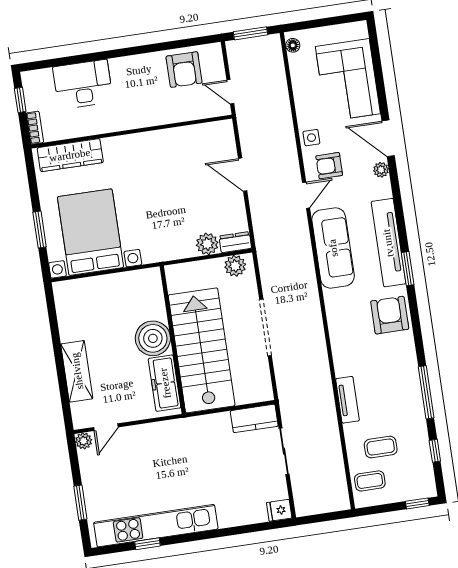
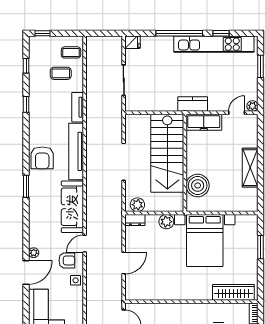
door: (388, 138) -> (26, 272), hinge flipped
door: (243, 175) -> (124, 263), hinge flipped
bed with nightstands: (90, 232) -> (205, 240), moved
tv unit: (388, 243) -> (76, 151), moved, turned 180
plant: (207, 244) -> (166, 222), moved
boiler: (153, 338) -> (198, 185), moved
shelving: (77, 371) -> (250, 168), moved
freezer: (165, 383) -> (204, 122), moved, turned 90
window: (426, 392) -> (26, 104), width x0.46
kitchen counter: (254, 418) -> (193, 104), moved
window: (211, 534) -> (179, 33), added

